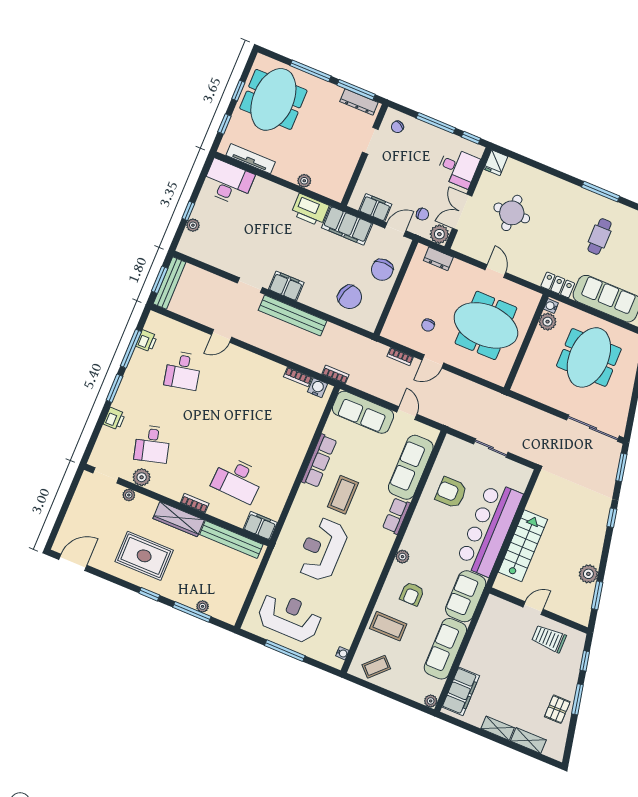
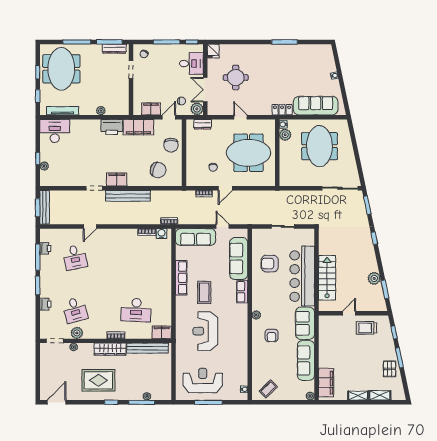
cafe table: (600, 236) -> (295, 70), removed
coffee table: (388, 626) -> (265, 361), removed

